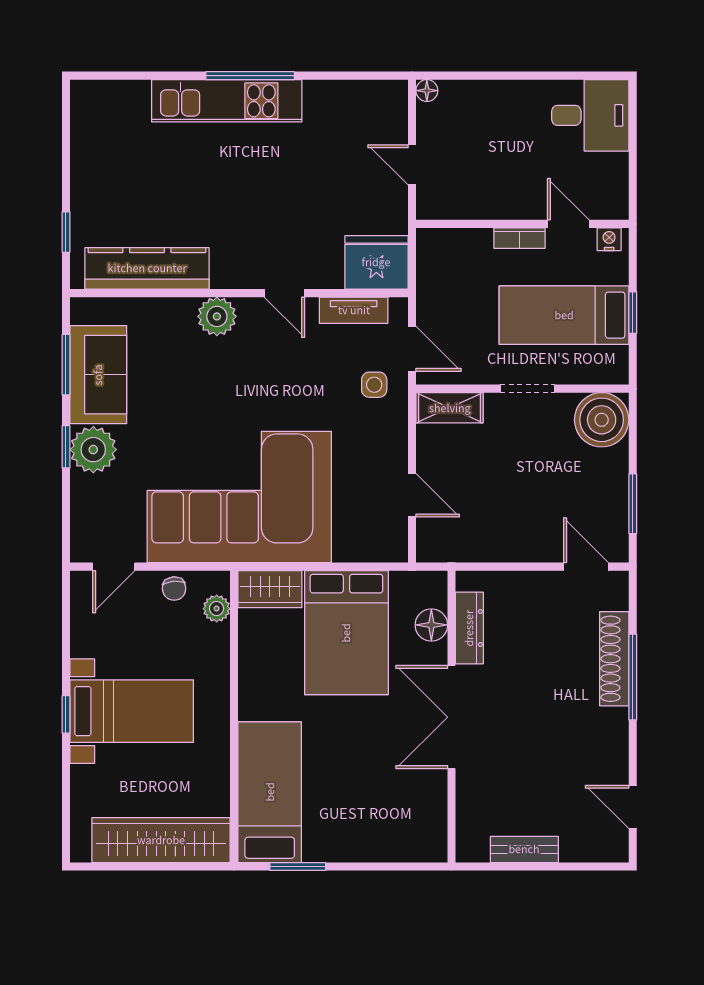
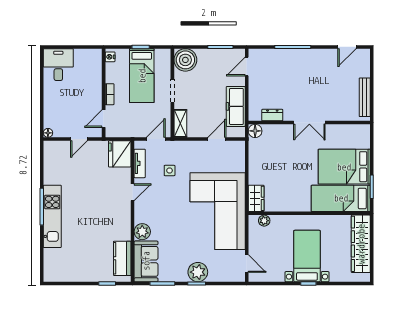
door: (568, 224) -> (104, 119), moved
kitchen counter: (147, 268) -> (122, 258), width x0.67
plant: (217, 316) -> (142, 232), moved
sofa: (98, 375) -> (146, 261), moved, turned 90
side table: (374, 385) -> (170, 171), moved
freezer: (490, 540) -> (236, 106), added
chair: (174, 589) -> (256, 238), removed
floor lamp: (431, 625) -> (255, 131), moved
dresser: (469, 628) -> (272, 115), width x0.70
bed: (346, 633) -> (344, 167), moved, turned 180
shoe rack: (614, 659) -> (285, 55), removed
double door: (452, 717) -> (309, 123), width x0.73
bench: (524, 849) -> (365, 97), width x1.36

